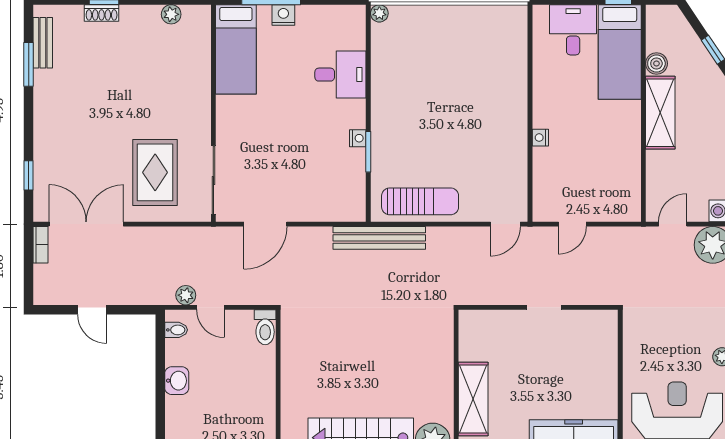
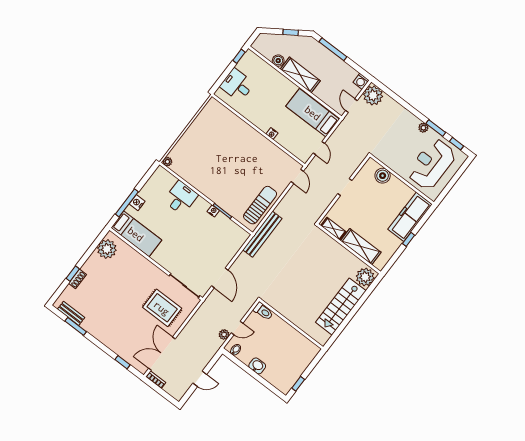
plant: (171, 14) -> (107, 249), width x1.87, depth x1.87
bed: (620, 52) -> (313, 113), moved, turned 180
shelving: (468, 338) -> (333, 229), added
boiler: (604, 351) -> (383, 176), added

